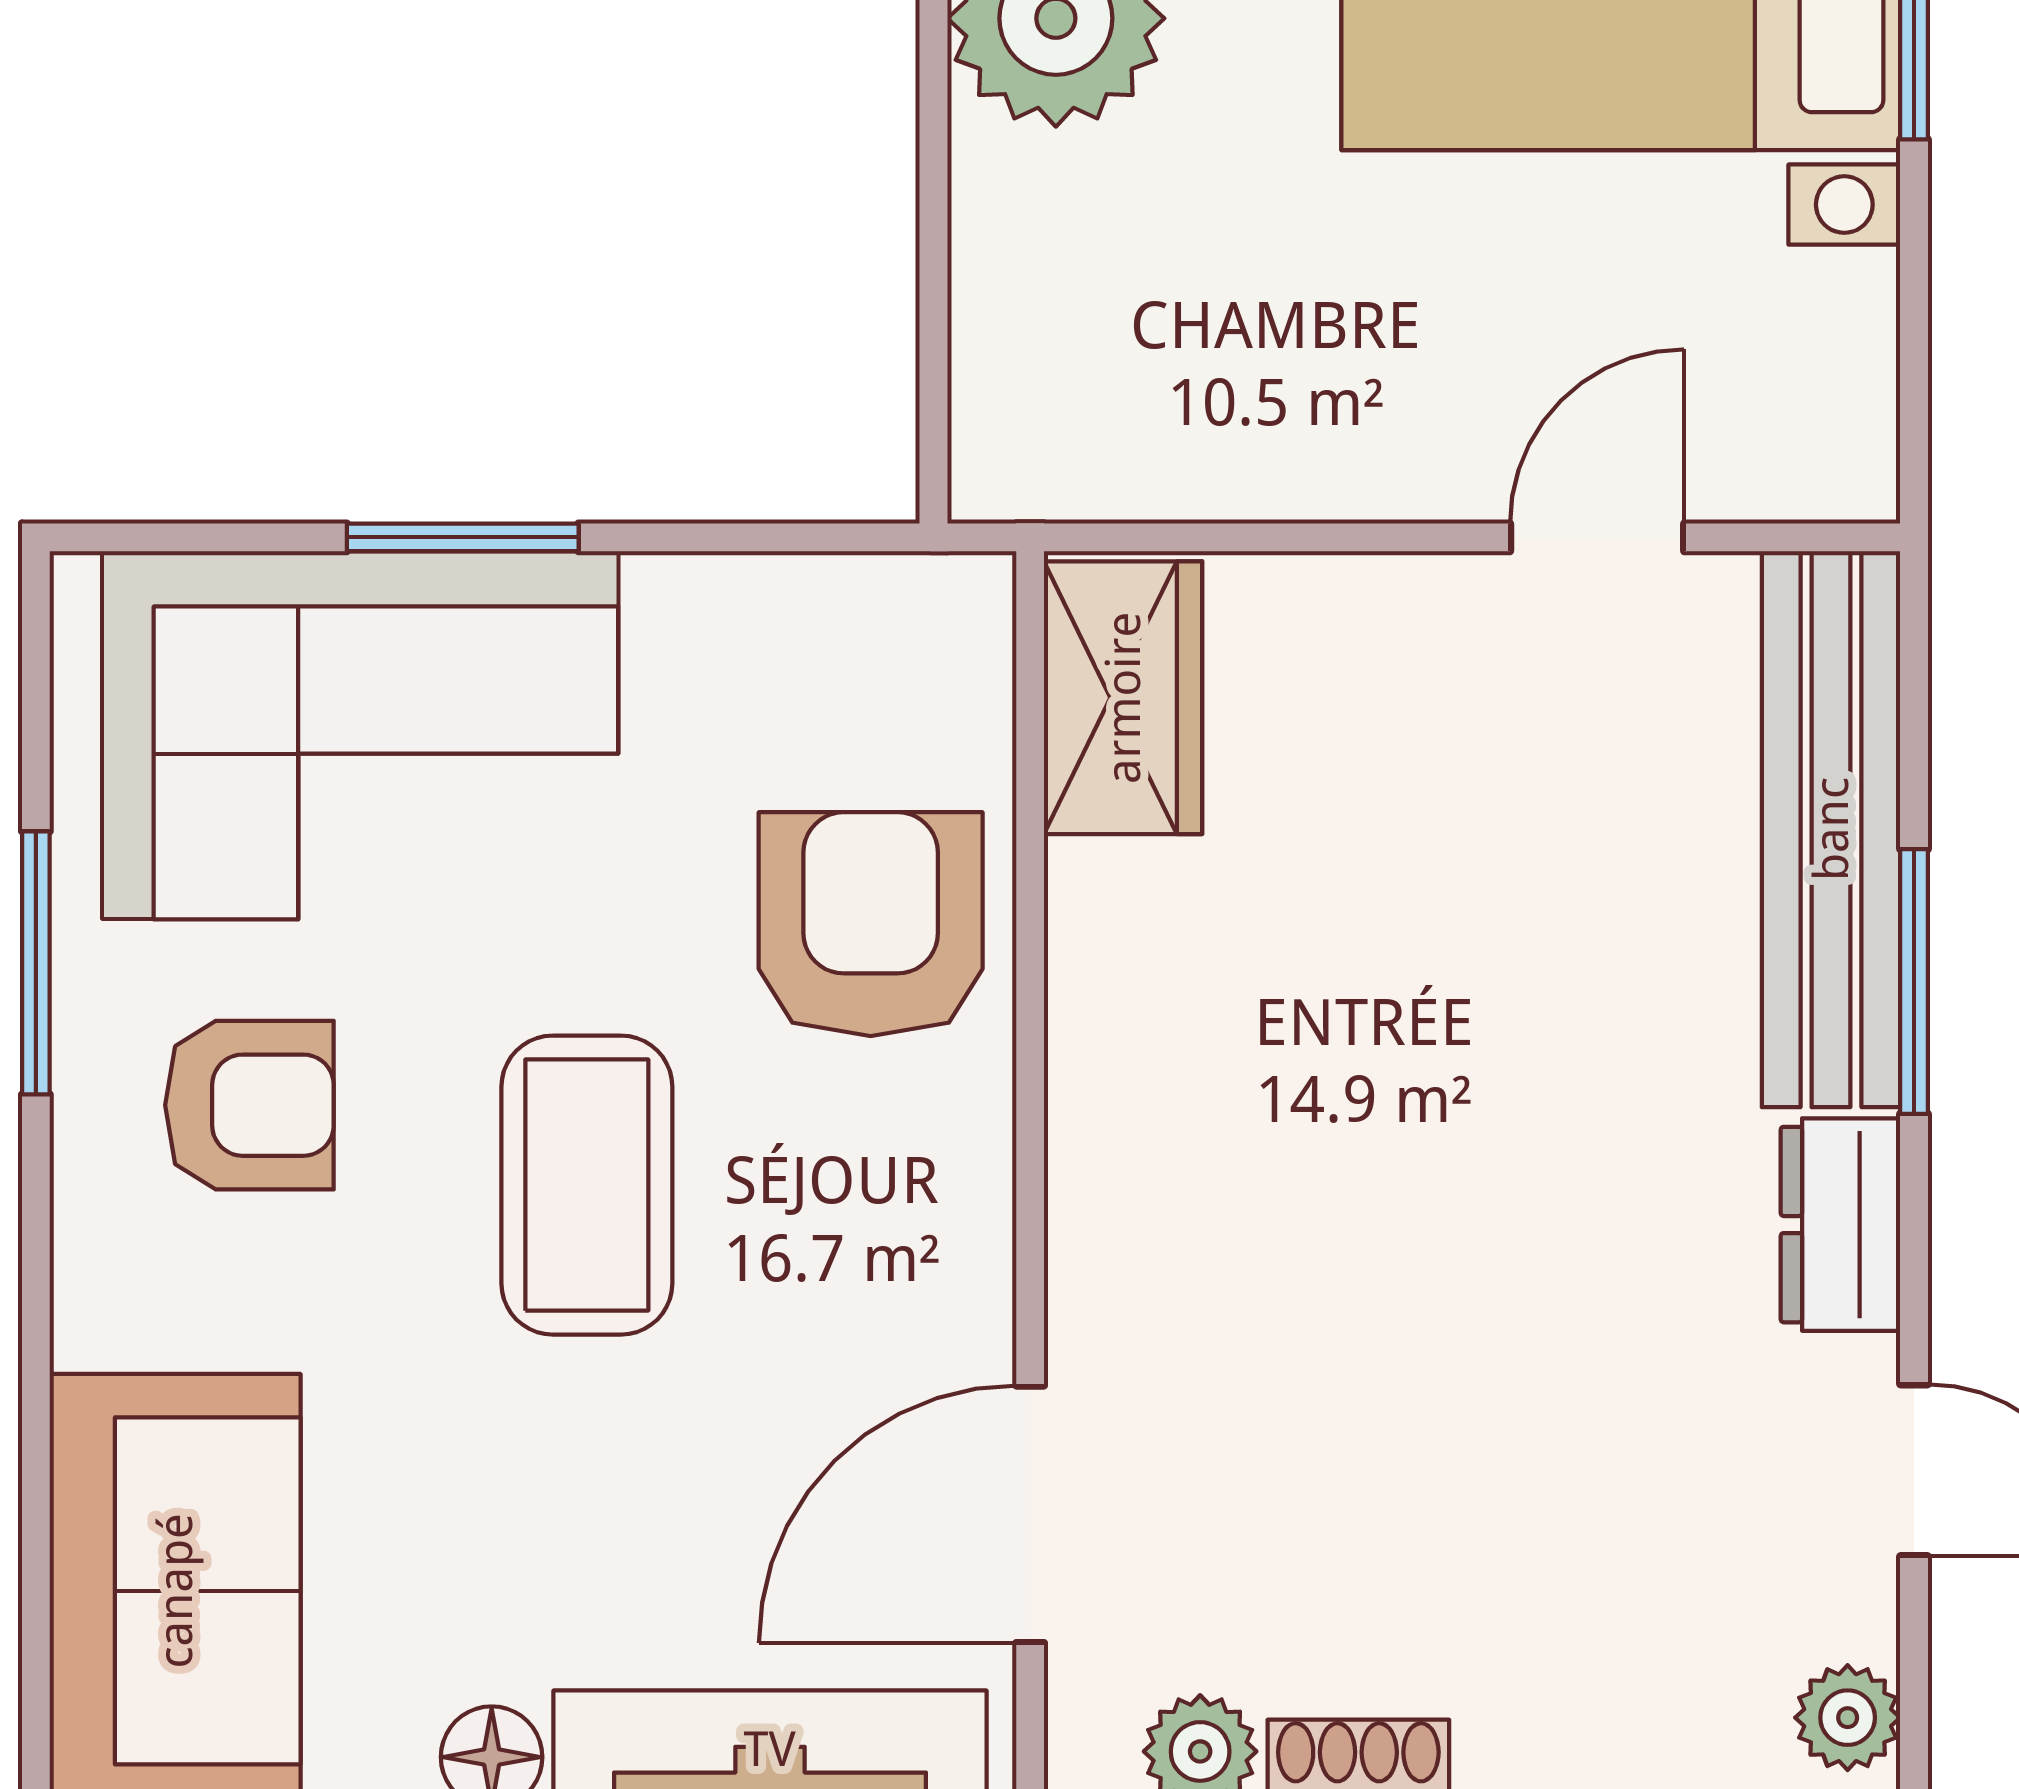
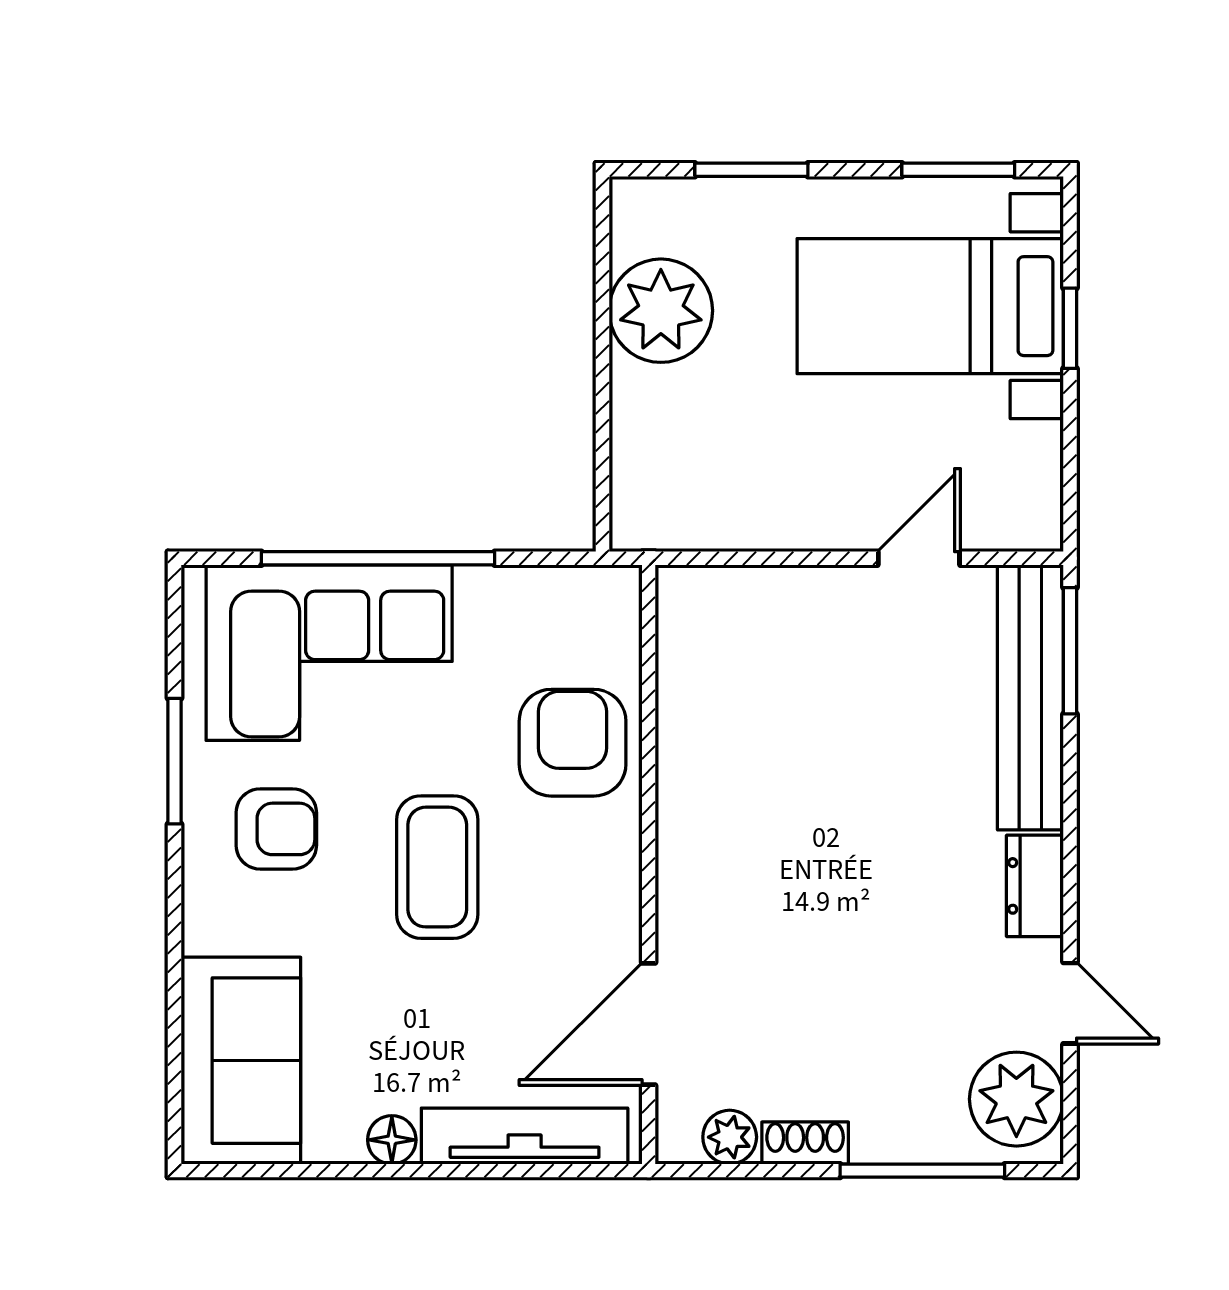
window: (463, 537) -> (378, 558), width x2.11
wardrobe: (1123, 698) -> (693, 635), removed
window: (1914, 981) -> (1070, 651), moved
plant: (1848, 1718) -> (1016, 1099), width x1.88, depth x1.88

